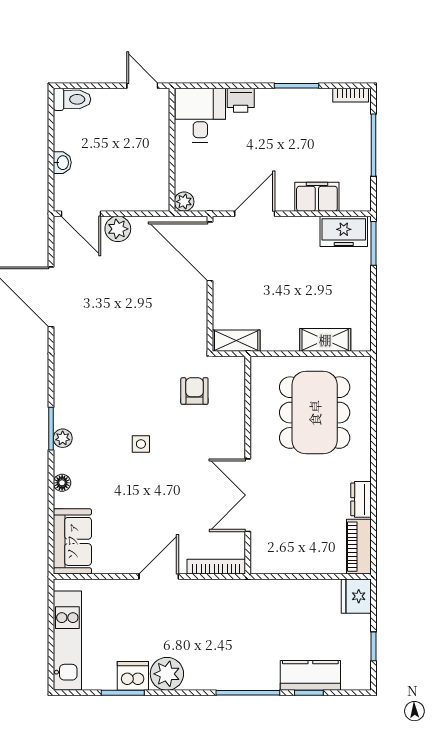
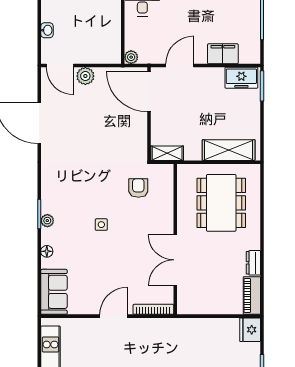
shelving: (325, 340) -> (229, 150), width x1.50, depth x1.33

